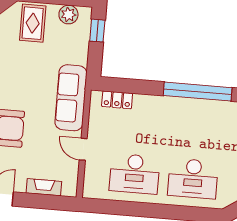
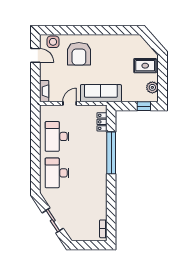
window: (198, 92) -> (111, 153), moved
fireplace: (44, 187) -> (44, 91), moved

